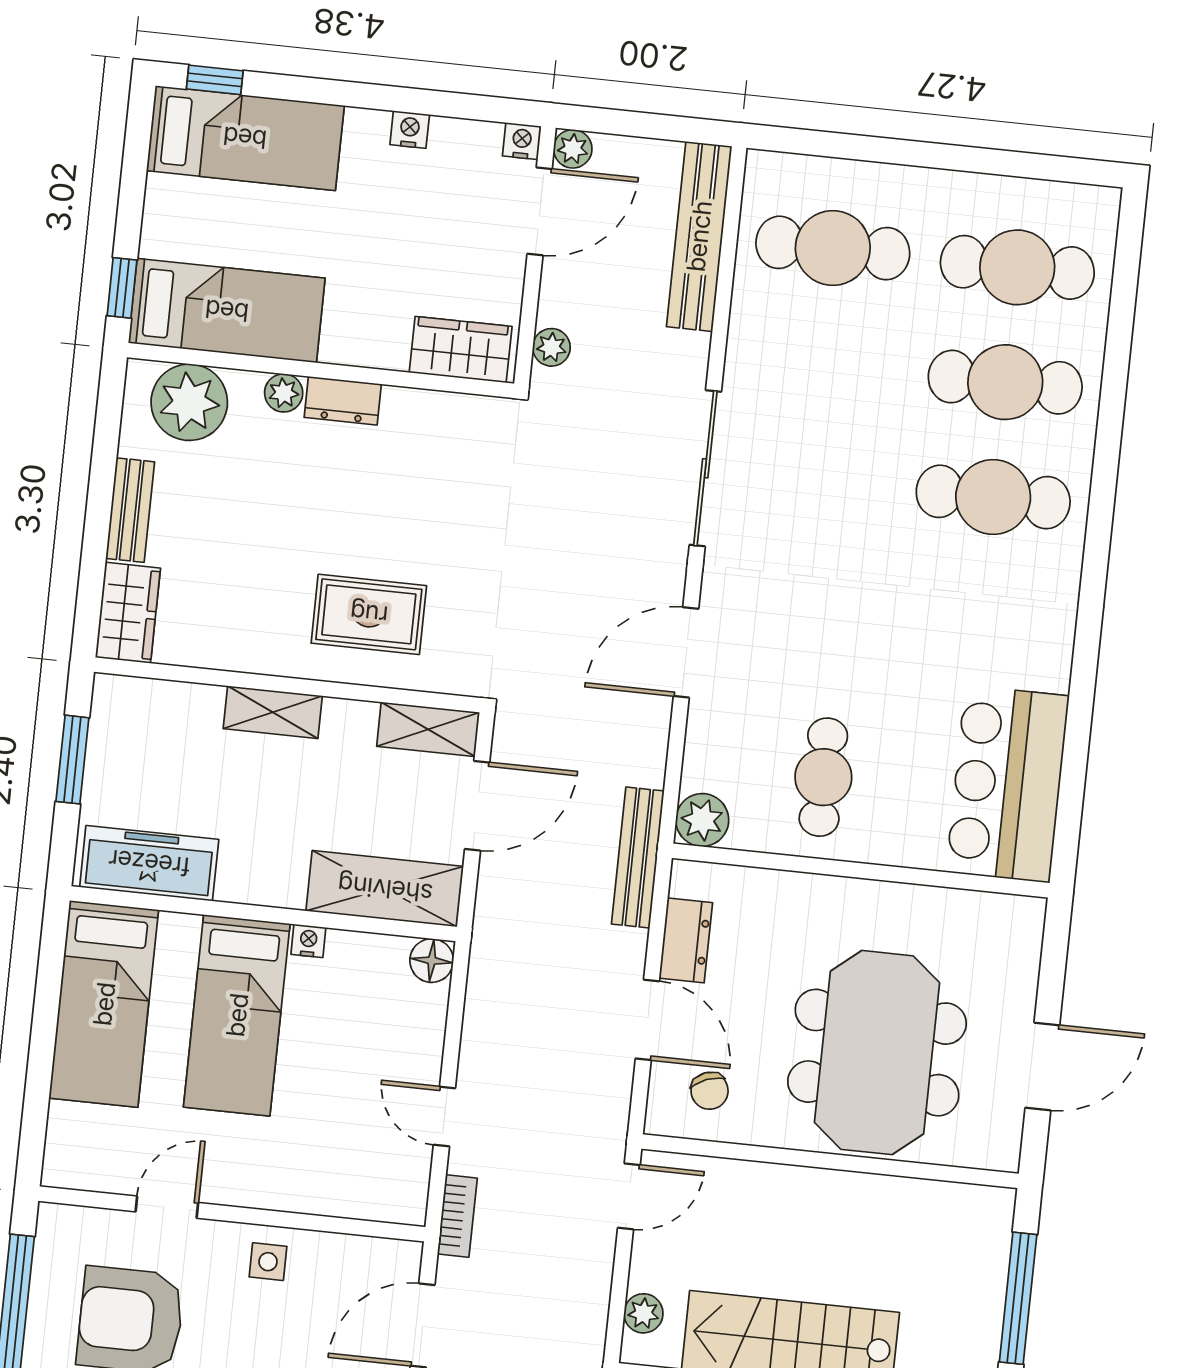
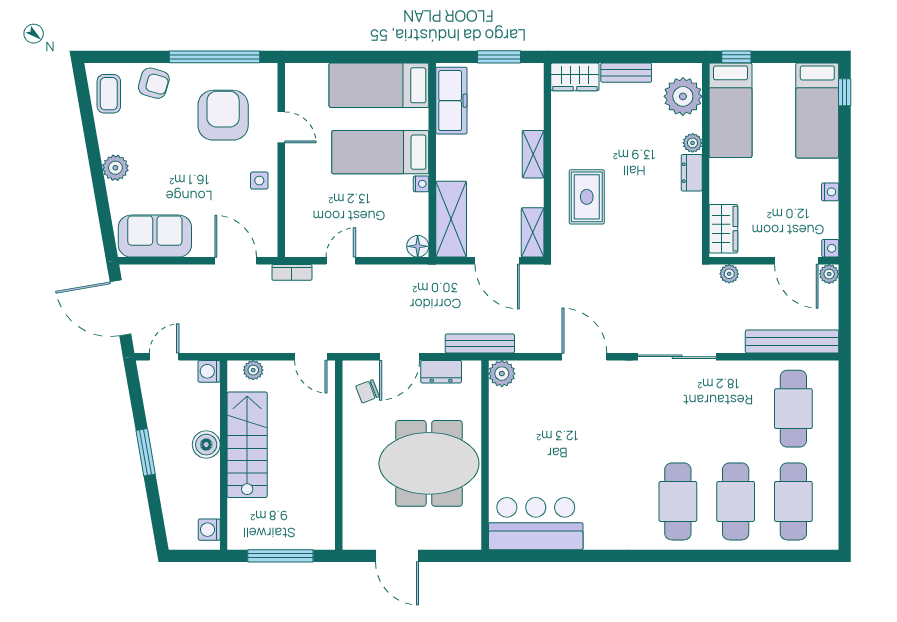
cafe table: (823, 777) -> (530, 432), removed
meeting table: (877, 1053) -> (429, 463), moved

